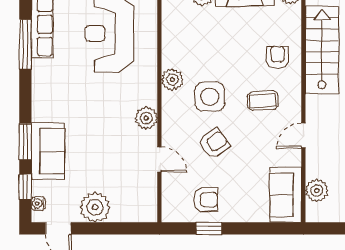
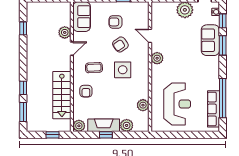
window: (25, 44) -> (223, 98), width x1.46
plant: (172, 80) -> (143, 105), moved
plant: (317, 191) -> (65, 32), moved
armchair: (206, 200) -> (115, 22), moved

